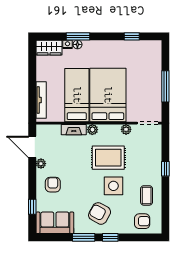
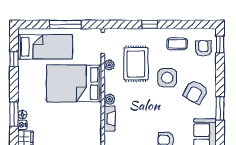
bed: (77, 95) -> (45, 47), moved, turned 180
rug: (108, 158) -> (136, 64), moved
window: (110, 237) -> (220, 45), moved

